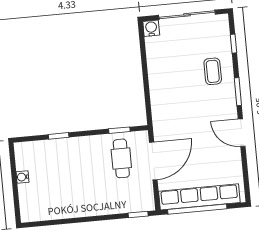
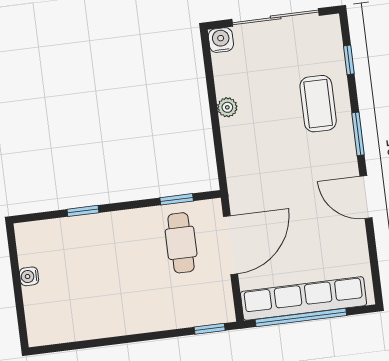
coffee table: (213, 71) -> (318, 104), width x1.36, depth x1.30
plant: (154, 72) -> (227, 107), added

